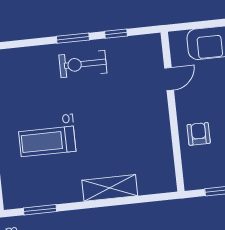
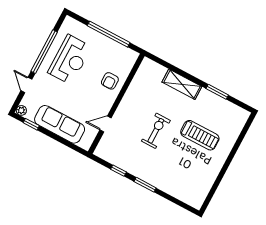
exercise bike: (83, 64) -> (156, 131), moved, turned -90
window: (40, 210) -> (217, 92), moved

